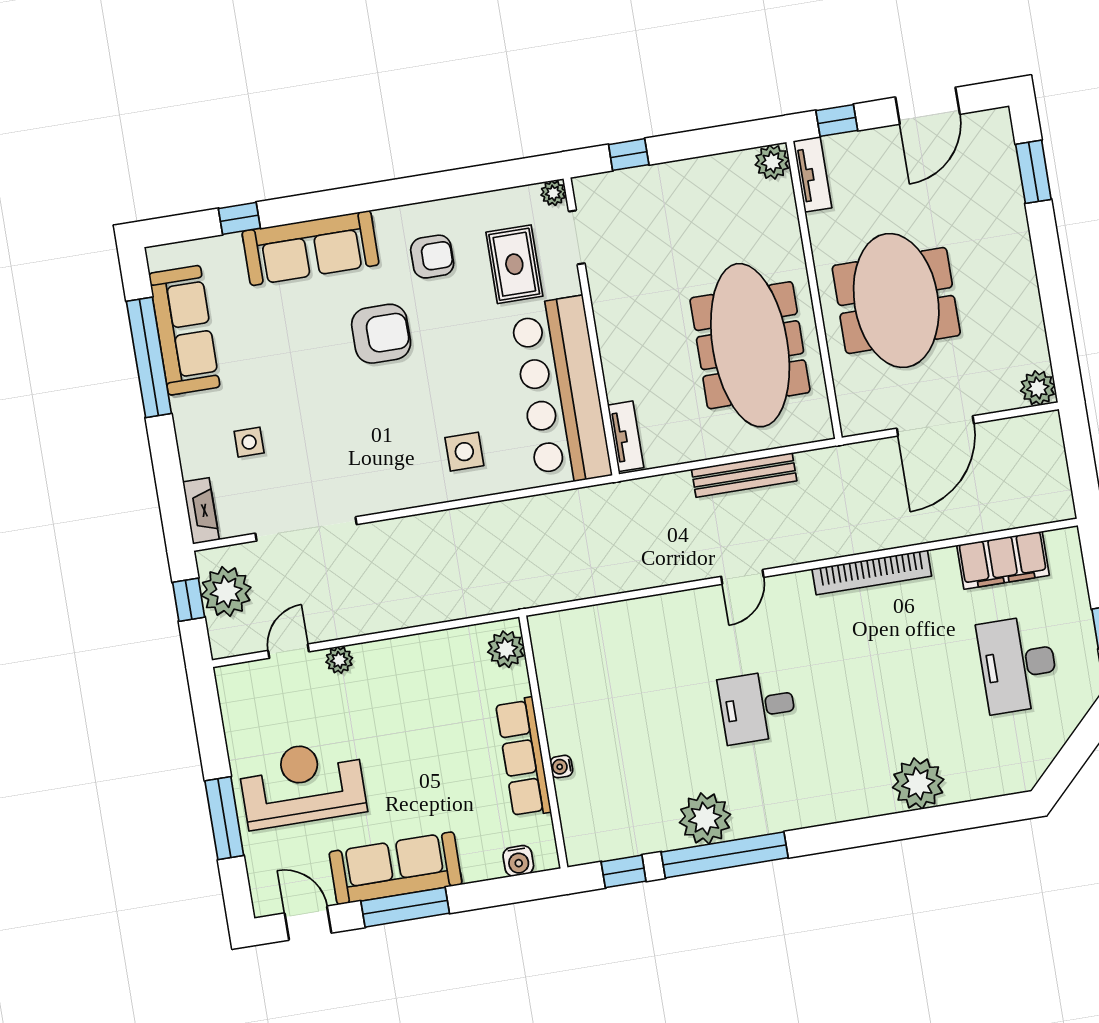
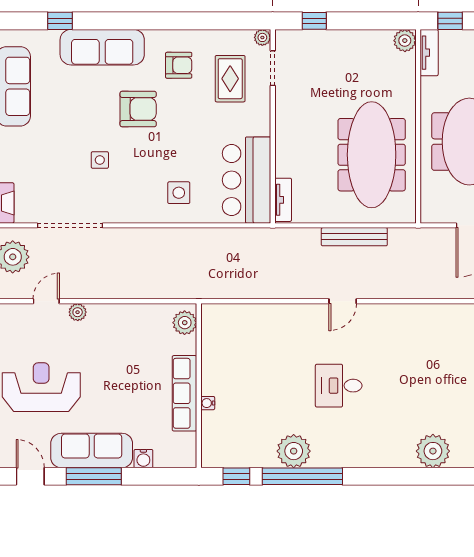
bar counter: (561, 391) -> (247, 180), width x0.73
side table: (249, 442) -> (100, 160), moved
bookcase: (872, 572) -> (425, 312), removed
water cooler: (518, 861) -> (143, 459), moved

